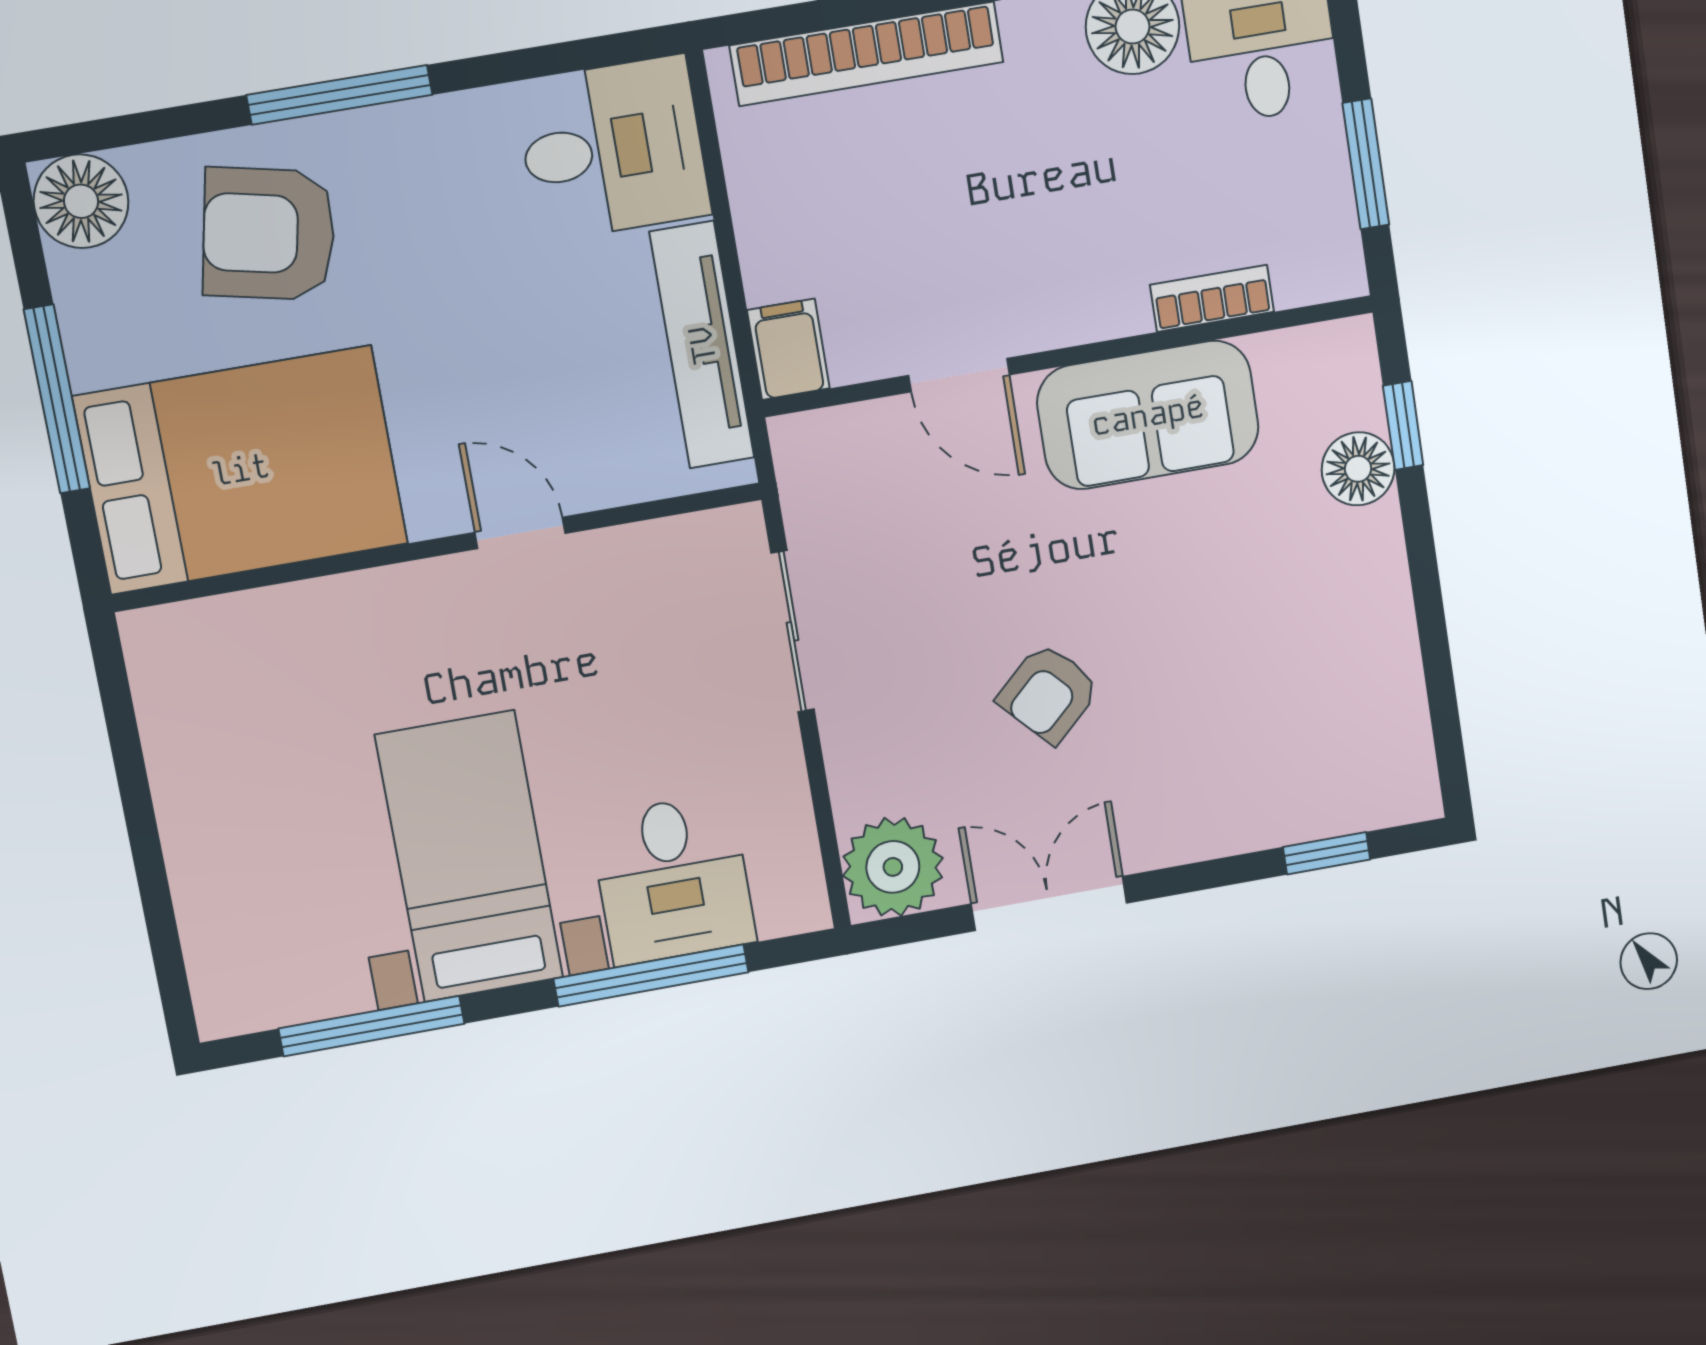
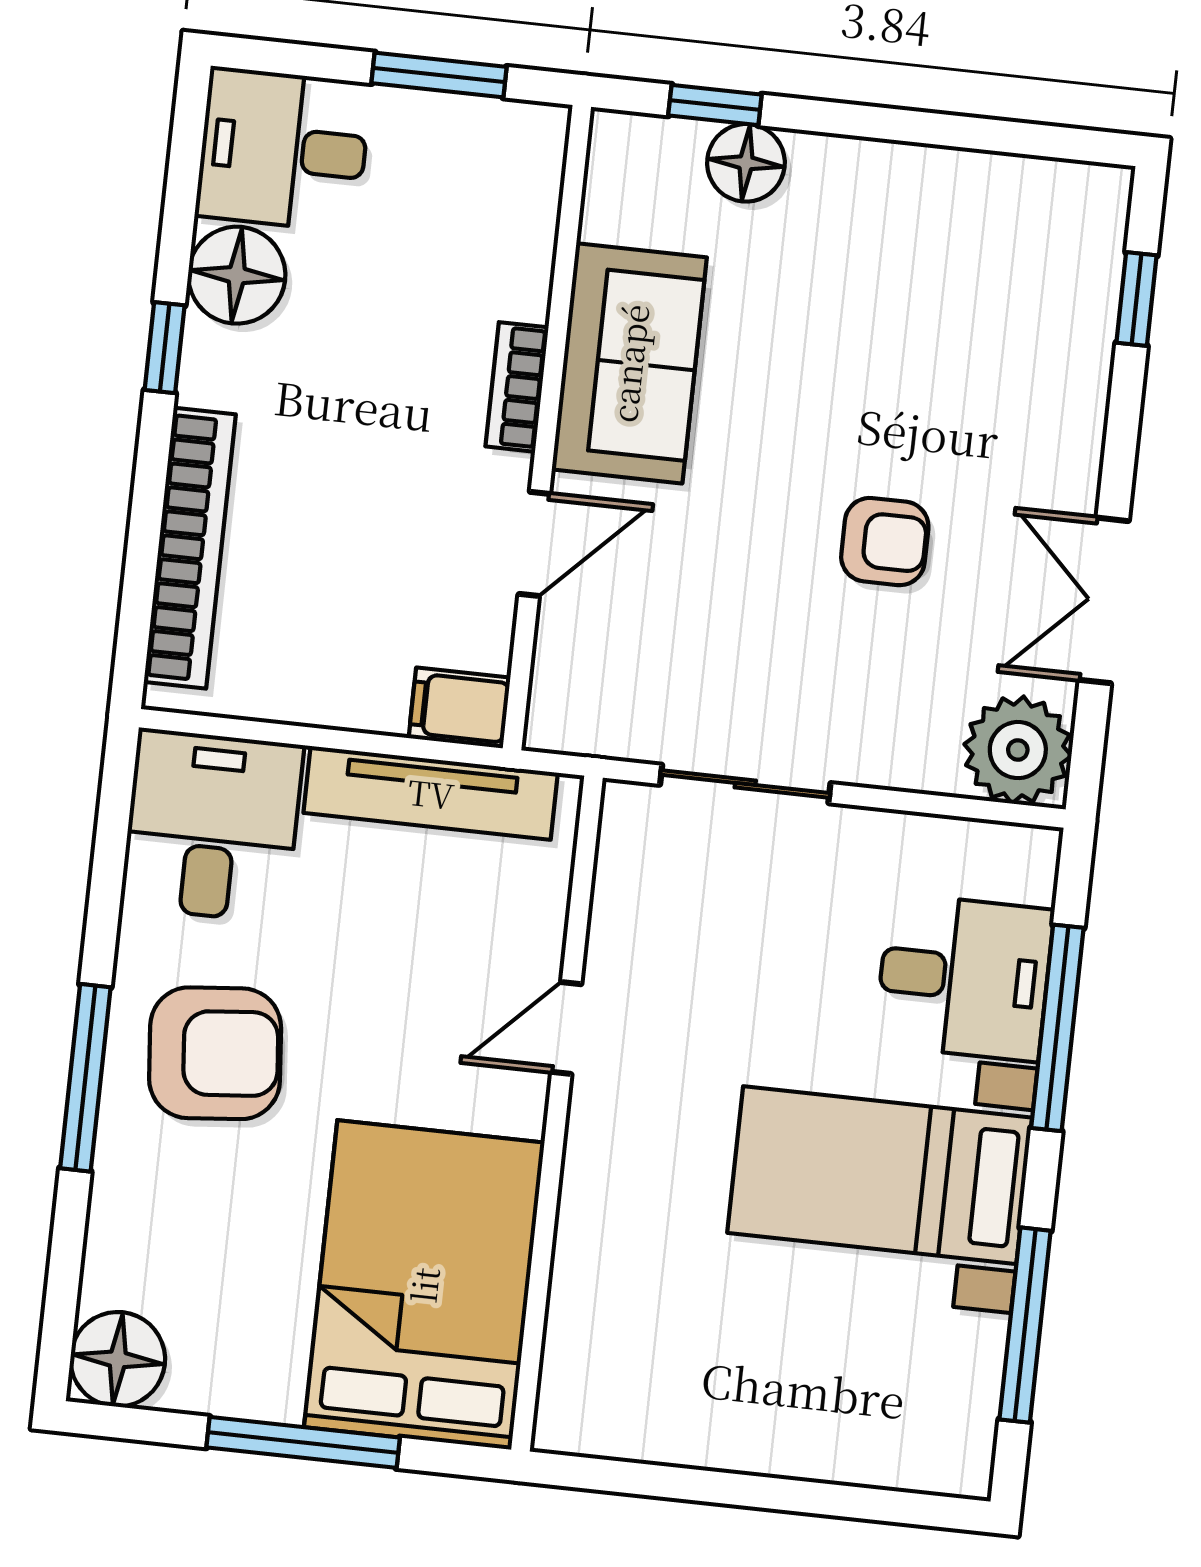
armchair: (269, 234) -> (215, 1053), moved, turned -107
bookcase: (1212, 298) -> (517, 387), moved
armchair: (1049, 693) -> (885, 542), turned -47

